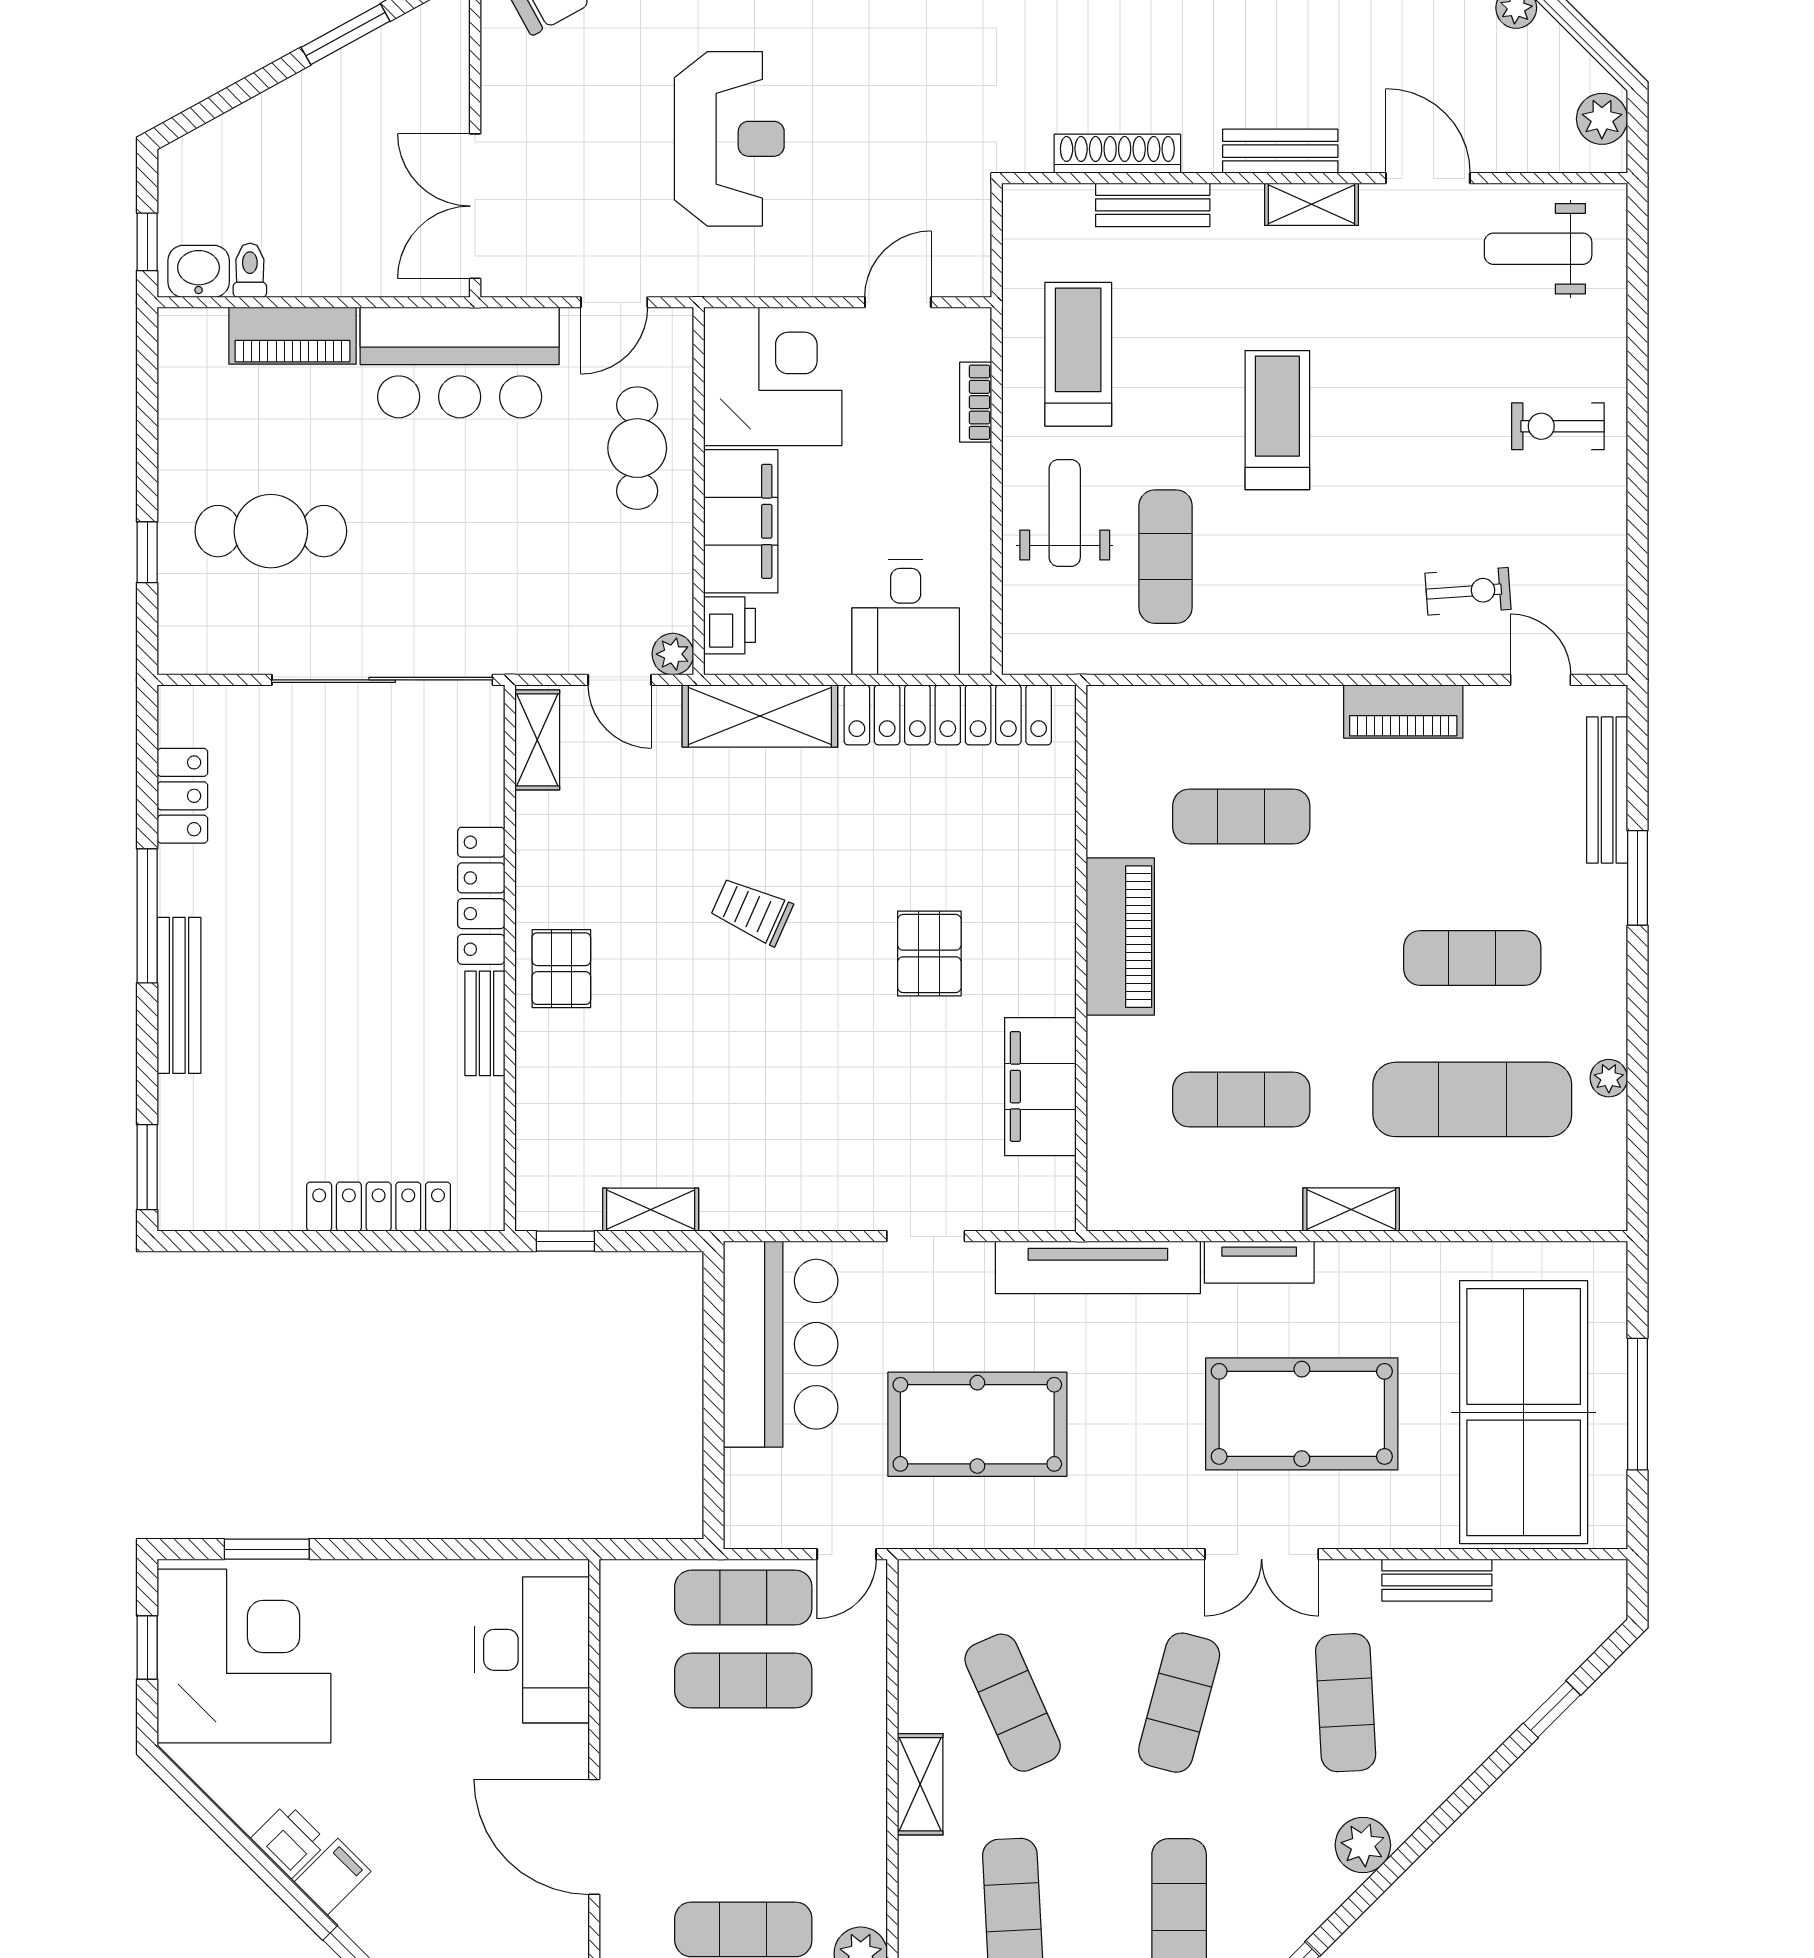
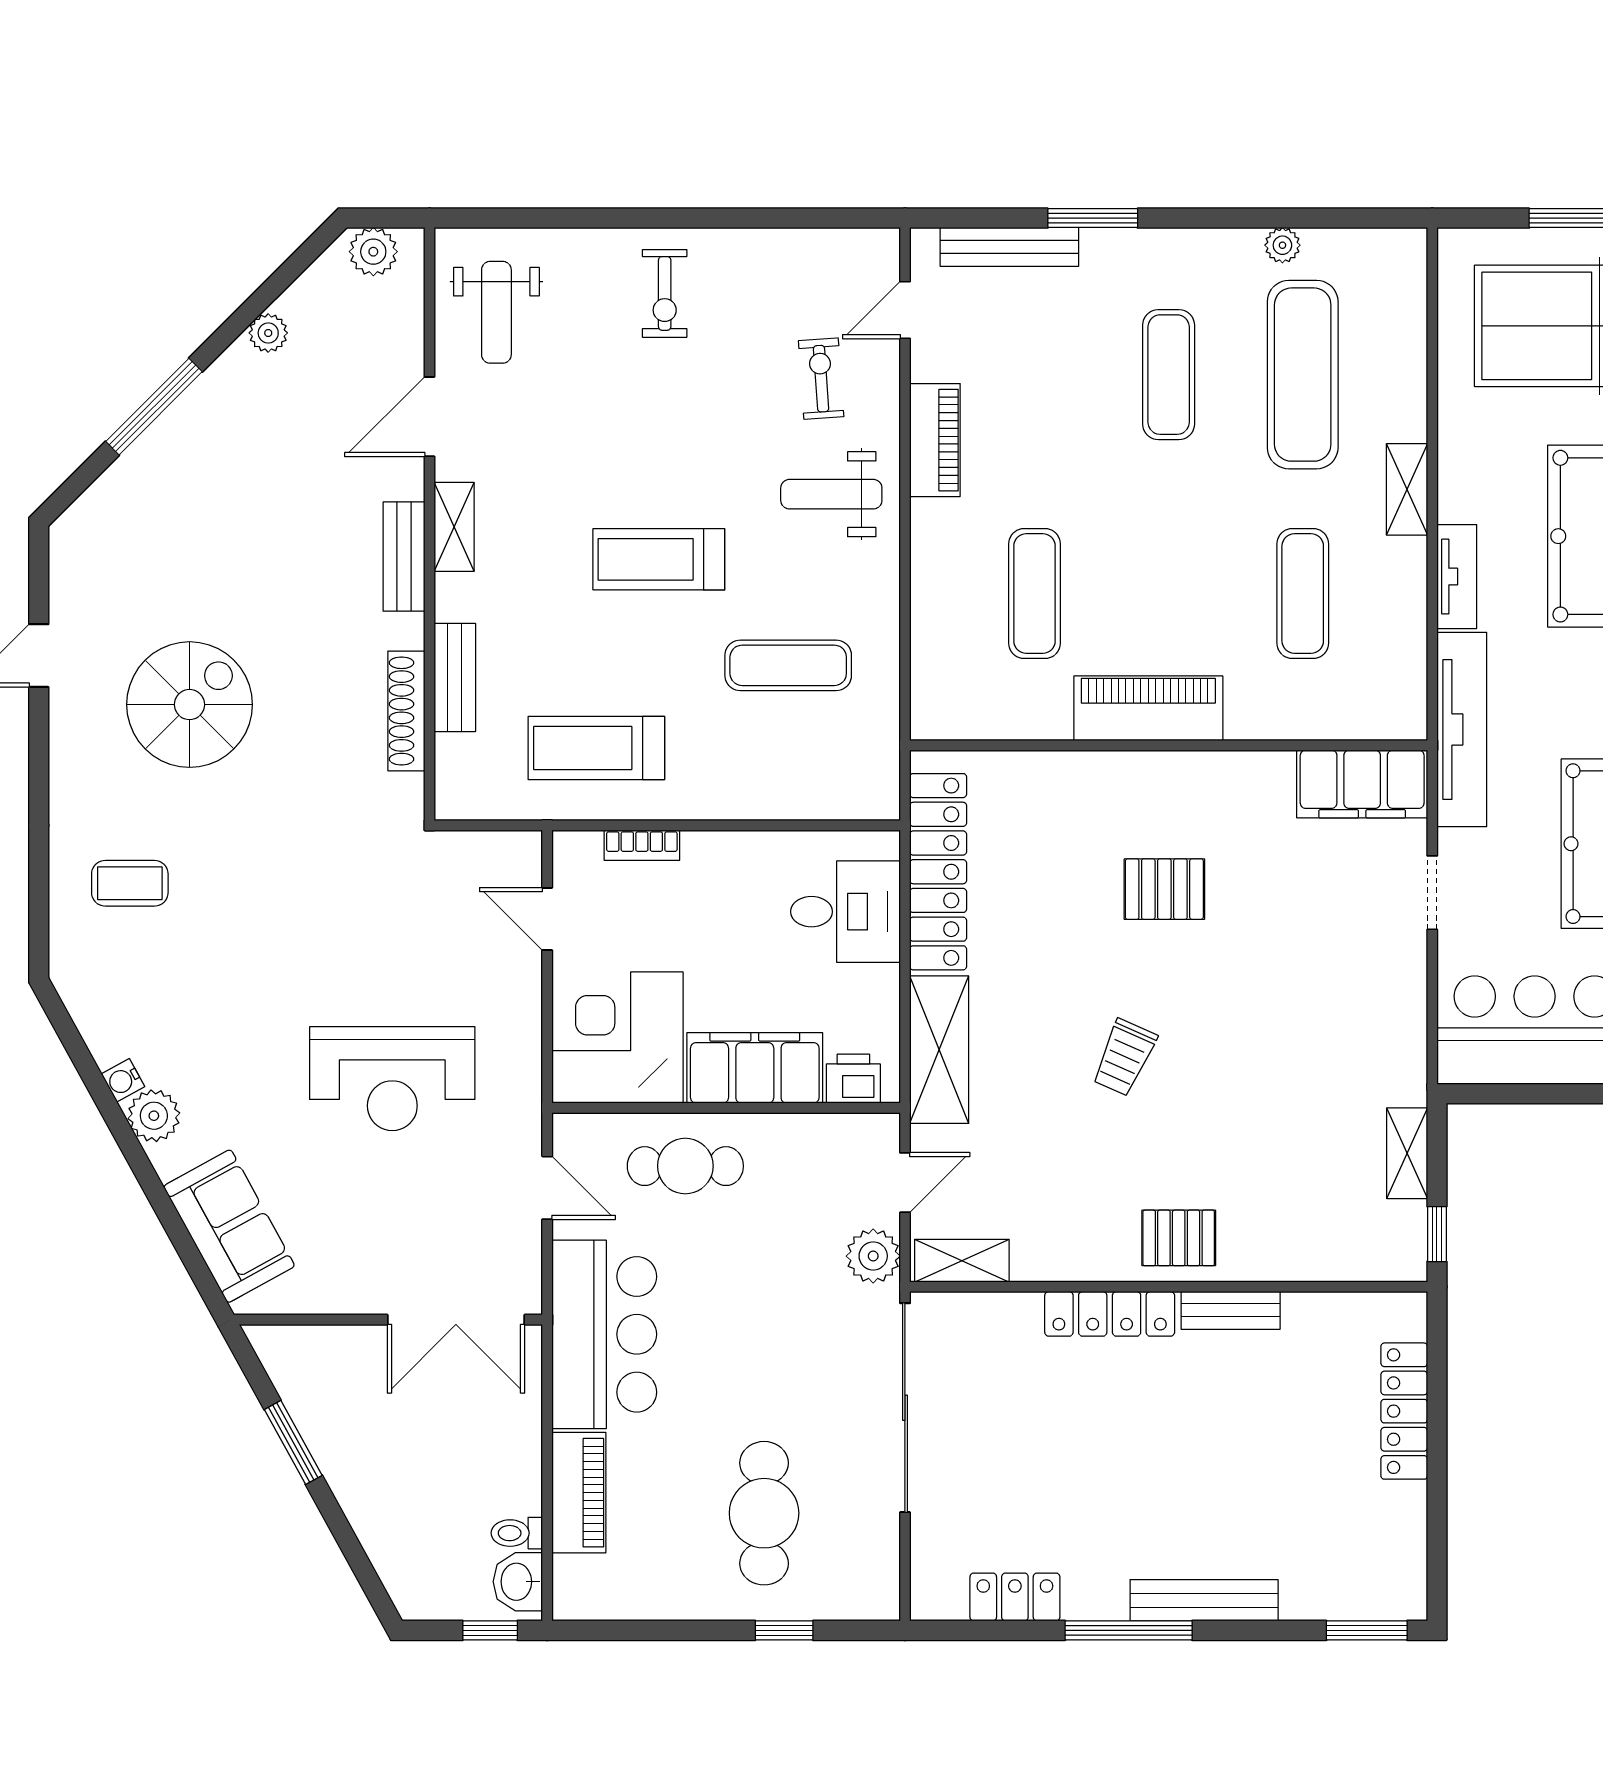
reception desk: (729, 139) -> (392, 1079), turned 180
weight bench: (1065, 513) -> (831, 494), moved
plant: (673, 654) -> (873, 1256), moved, width x1.38, depth x1.38
filing cabinet: (1040, 1087) -> (1362, 784), moved

